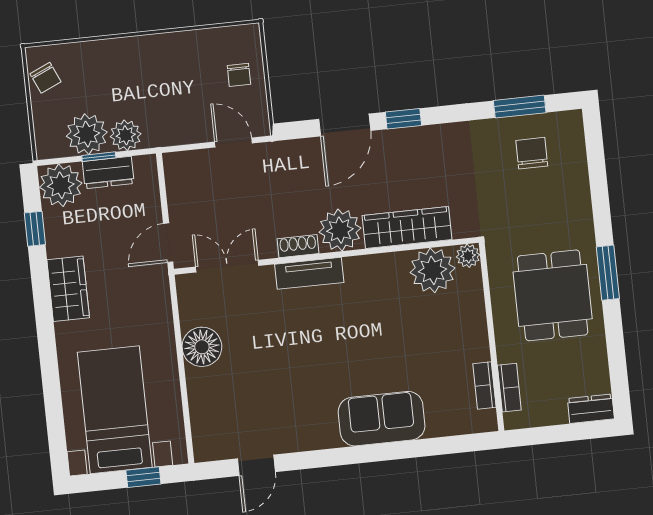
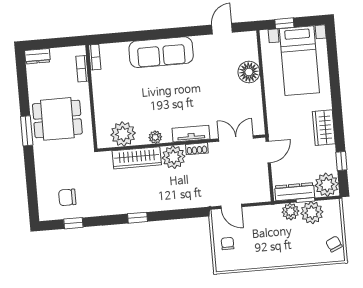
window: (520, 107) -> (73, 223), width x0.67
door: (345, 125) -> (170, 215), removed
chair: (532, 153) -> (67, 197), turned 90
dresser: (108, 172) -> (295, 192), width x1.44
plant: (468, 256) -> (155, 137), moved
double door: (227, 266) -> (236, 138), swing flipped
dining table: (553, 295) -> (57, 119), turned 90
floor lamp: (202, 347) -> (249, 72), moved
bookcase: (484, 385) -> (95, 57), moved
sofa: (382, 419) -> (161, 52), width x1.36

